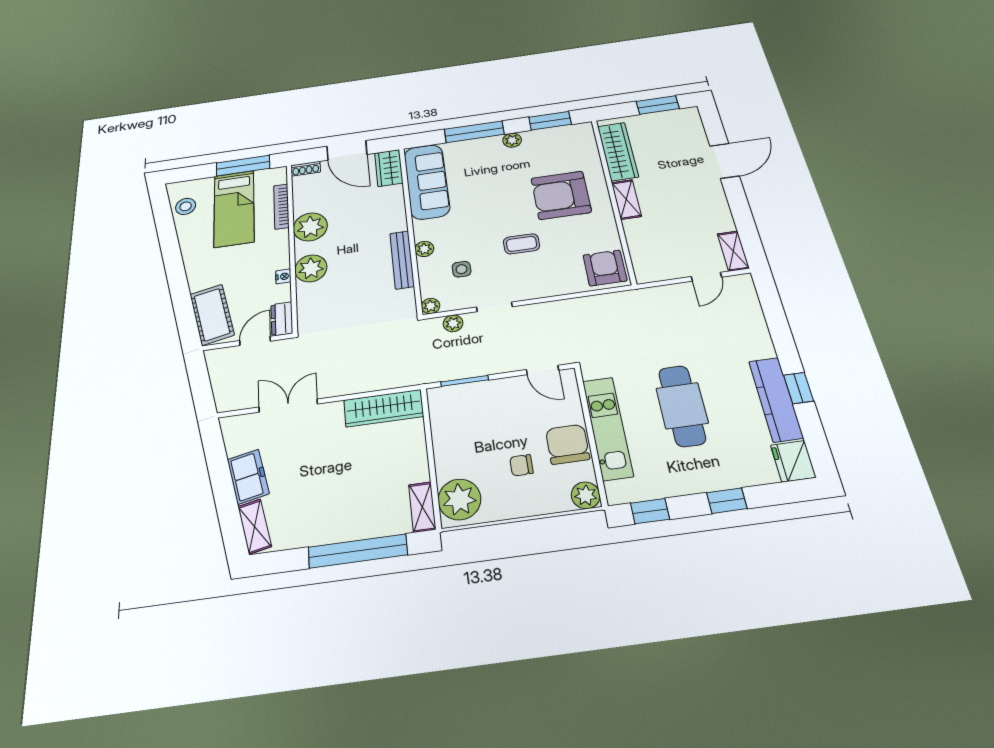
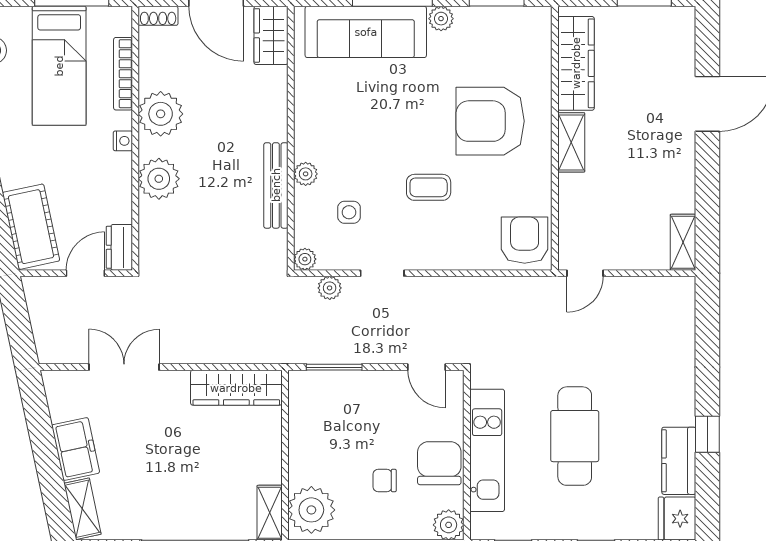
sofa: (427, 181) -> (366, 32), moved, turned 90
nightstand: (283, 276) -> (123, 141), moved
door: (706, 277) -> (585, 273), moved
kitchen counter: (776, 399) -> (679, 461), width x0.67

